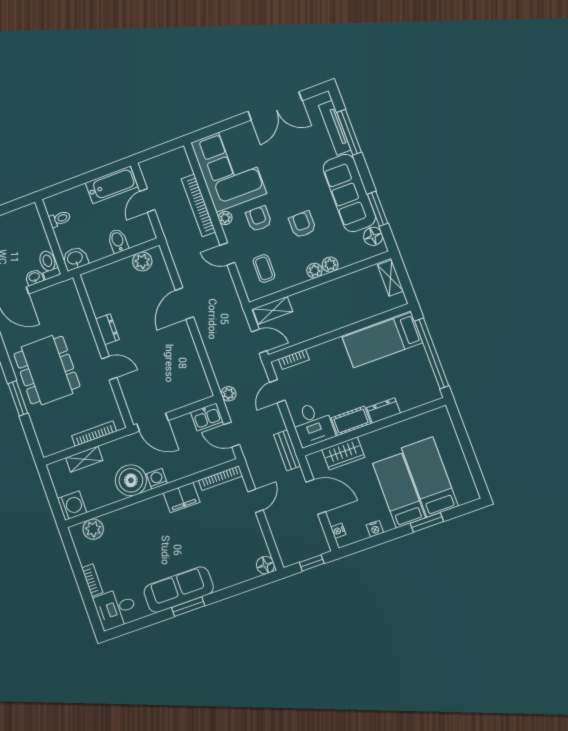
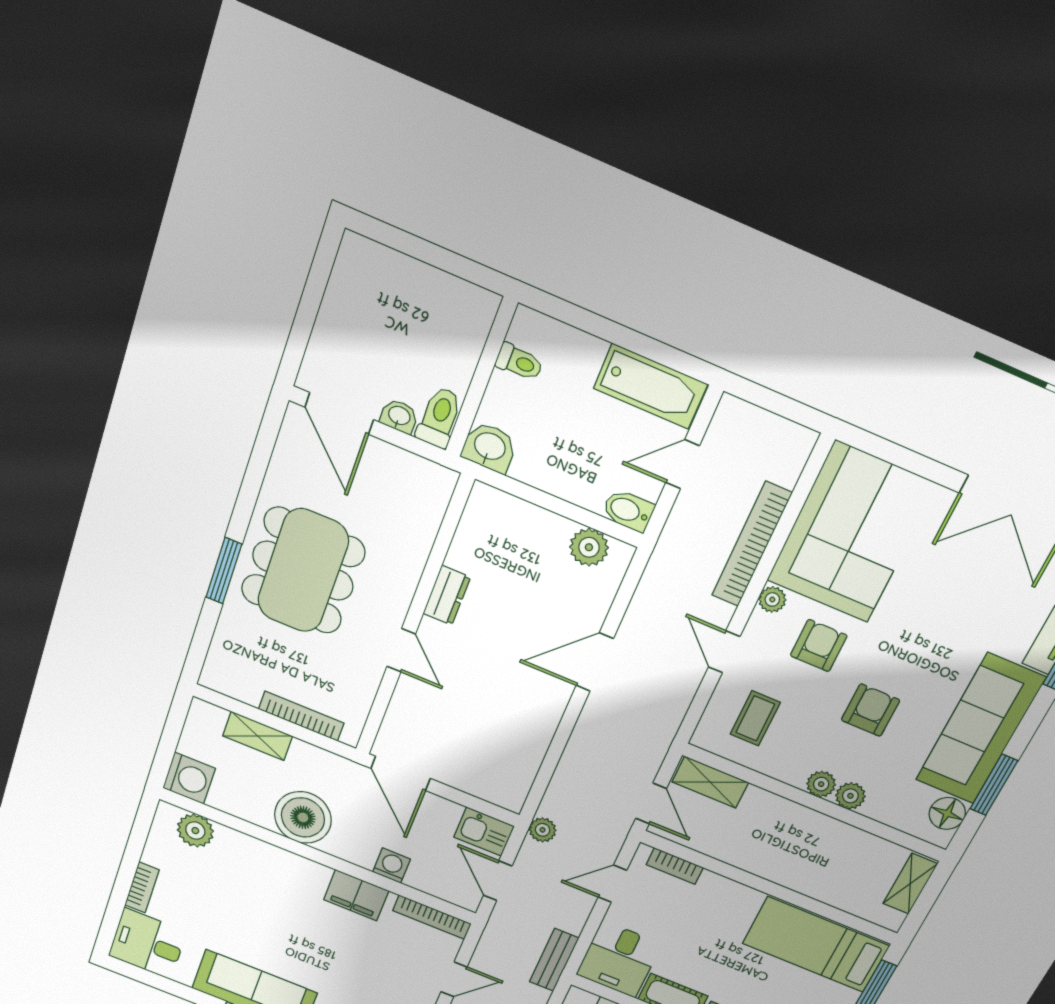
bidet: (118, 241) -> (628, 511), moved, turned -90
washing machine: (157, 479) -> (391, 866), moved

